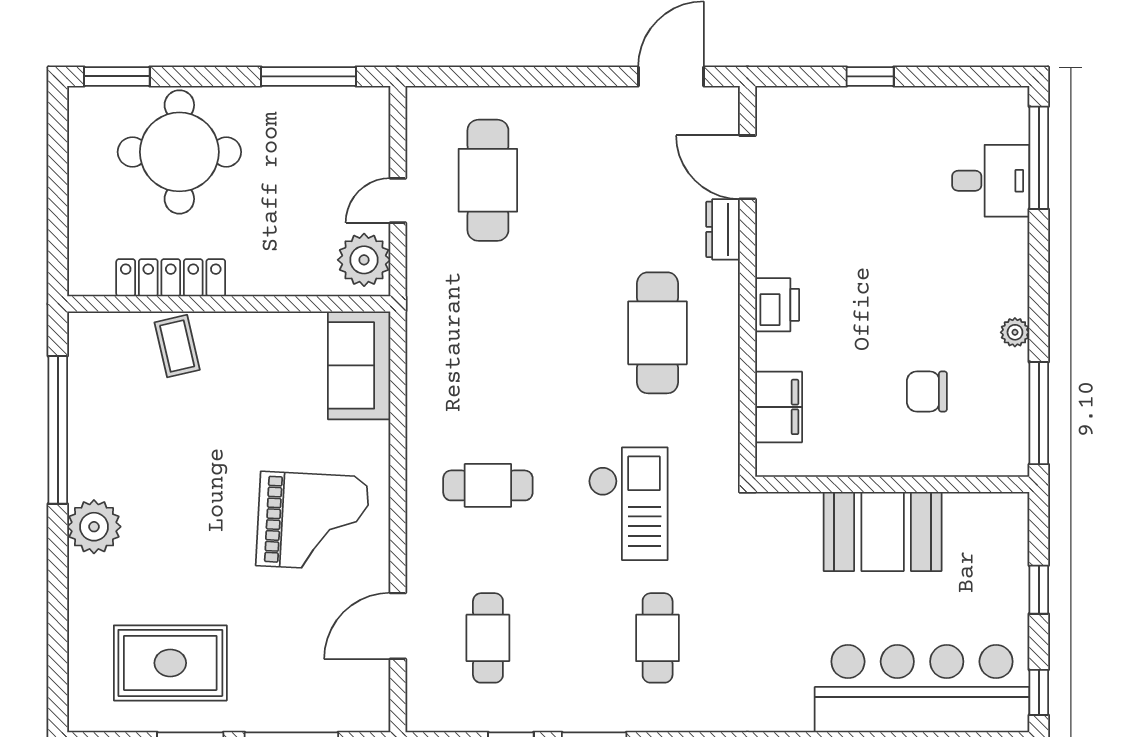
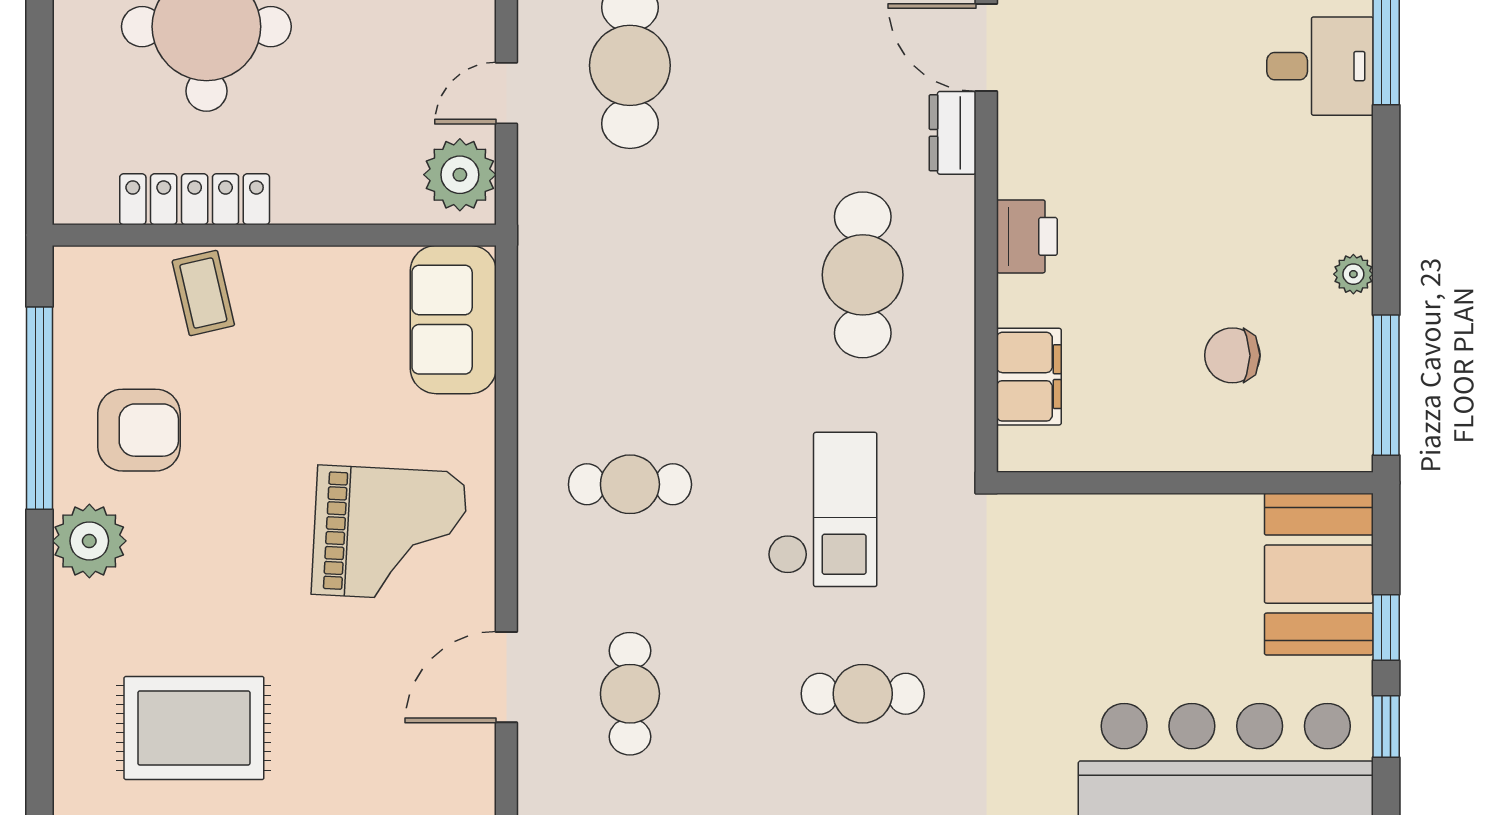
armchair: (130, 446) -> (139, 430), added
booth: (883, 531) -> (1319, 574), moved, turned 90
cafe table: (658, 638) -> (863, 694), turned 90
window: (1039, 692) -> (1386, 727), moved

